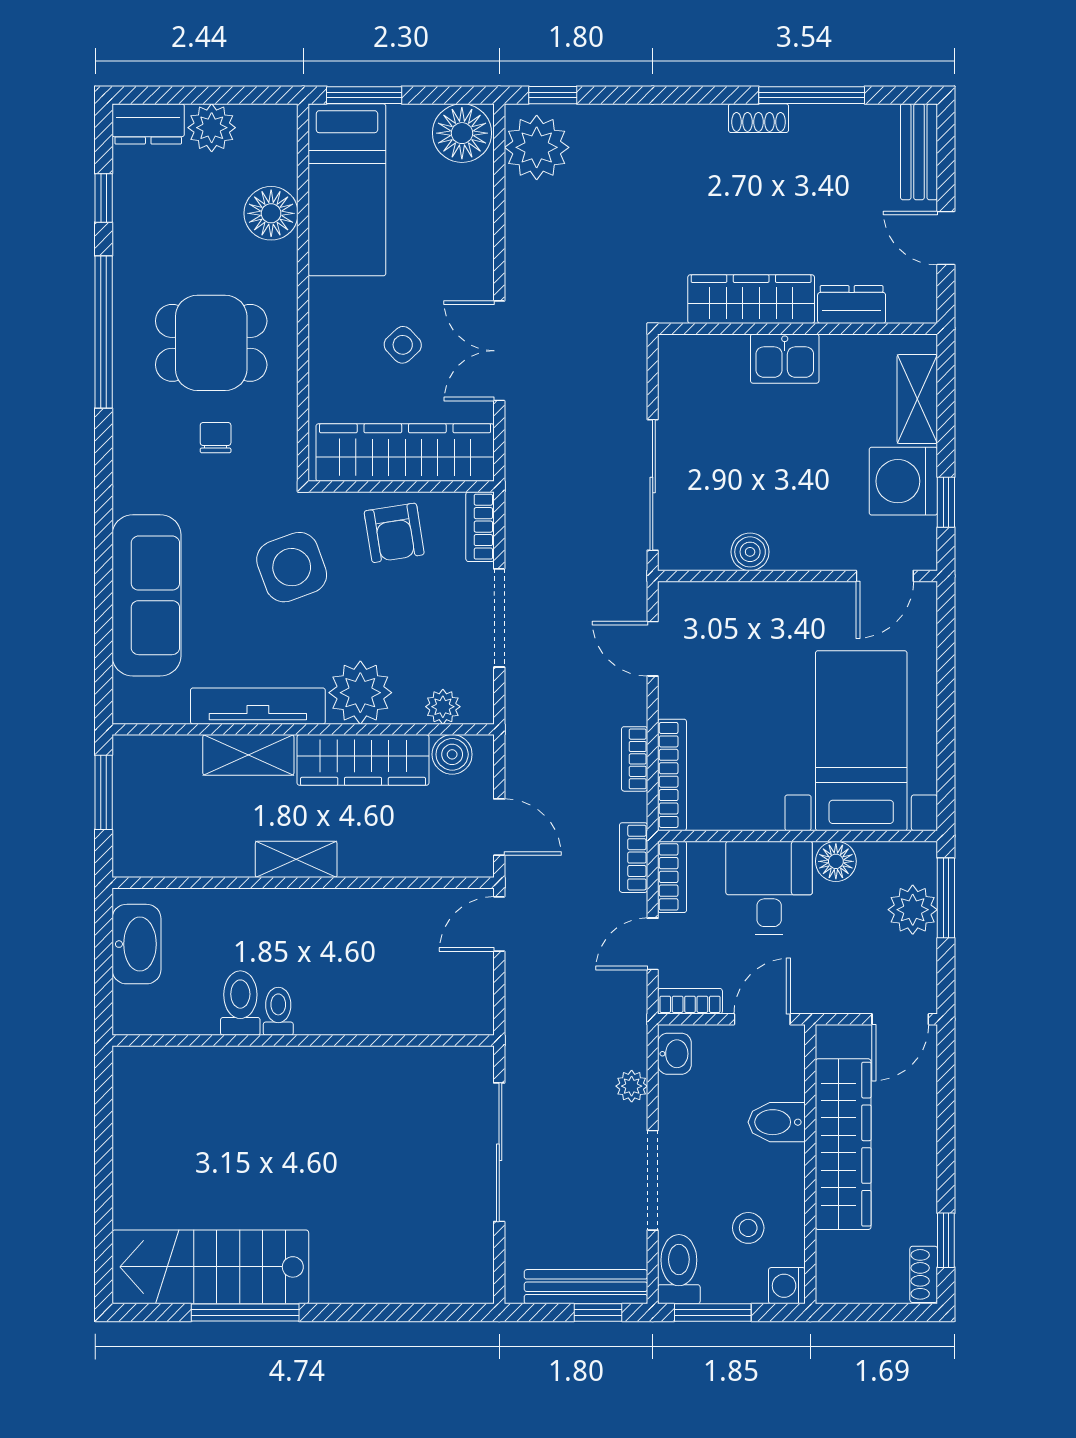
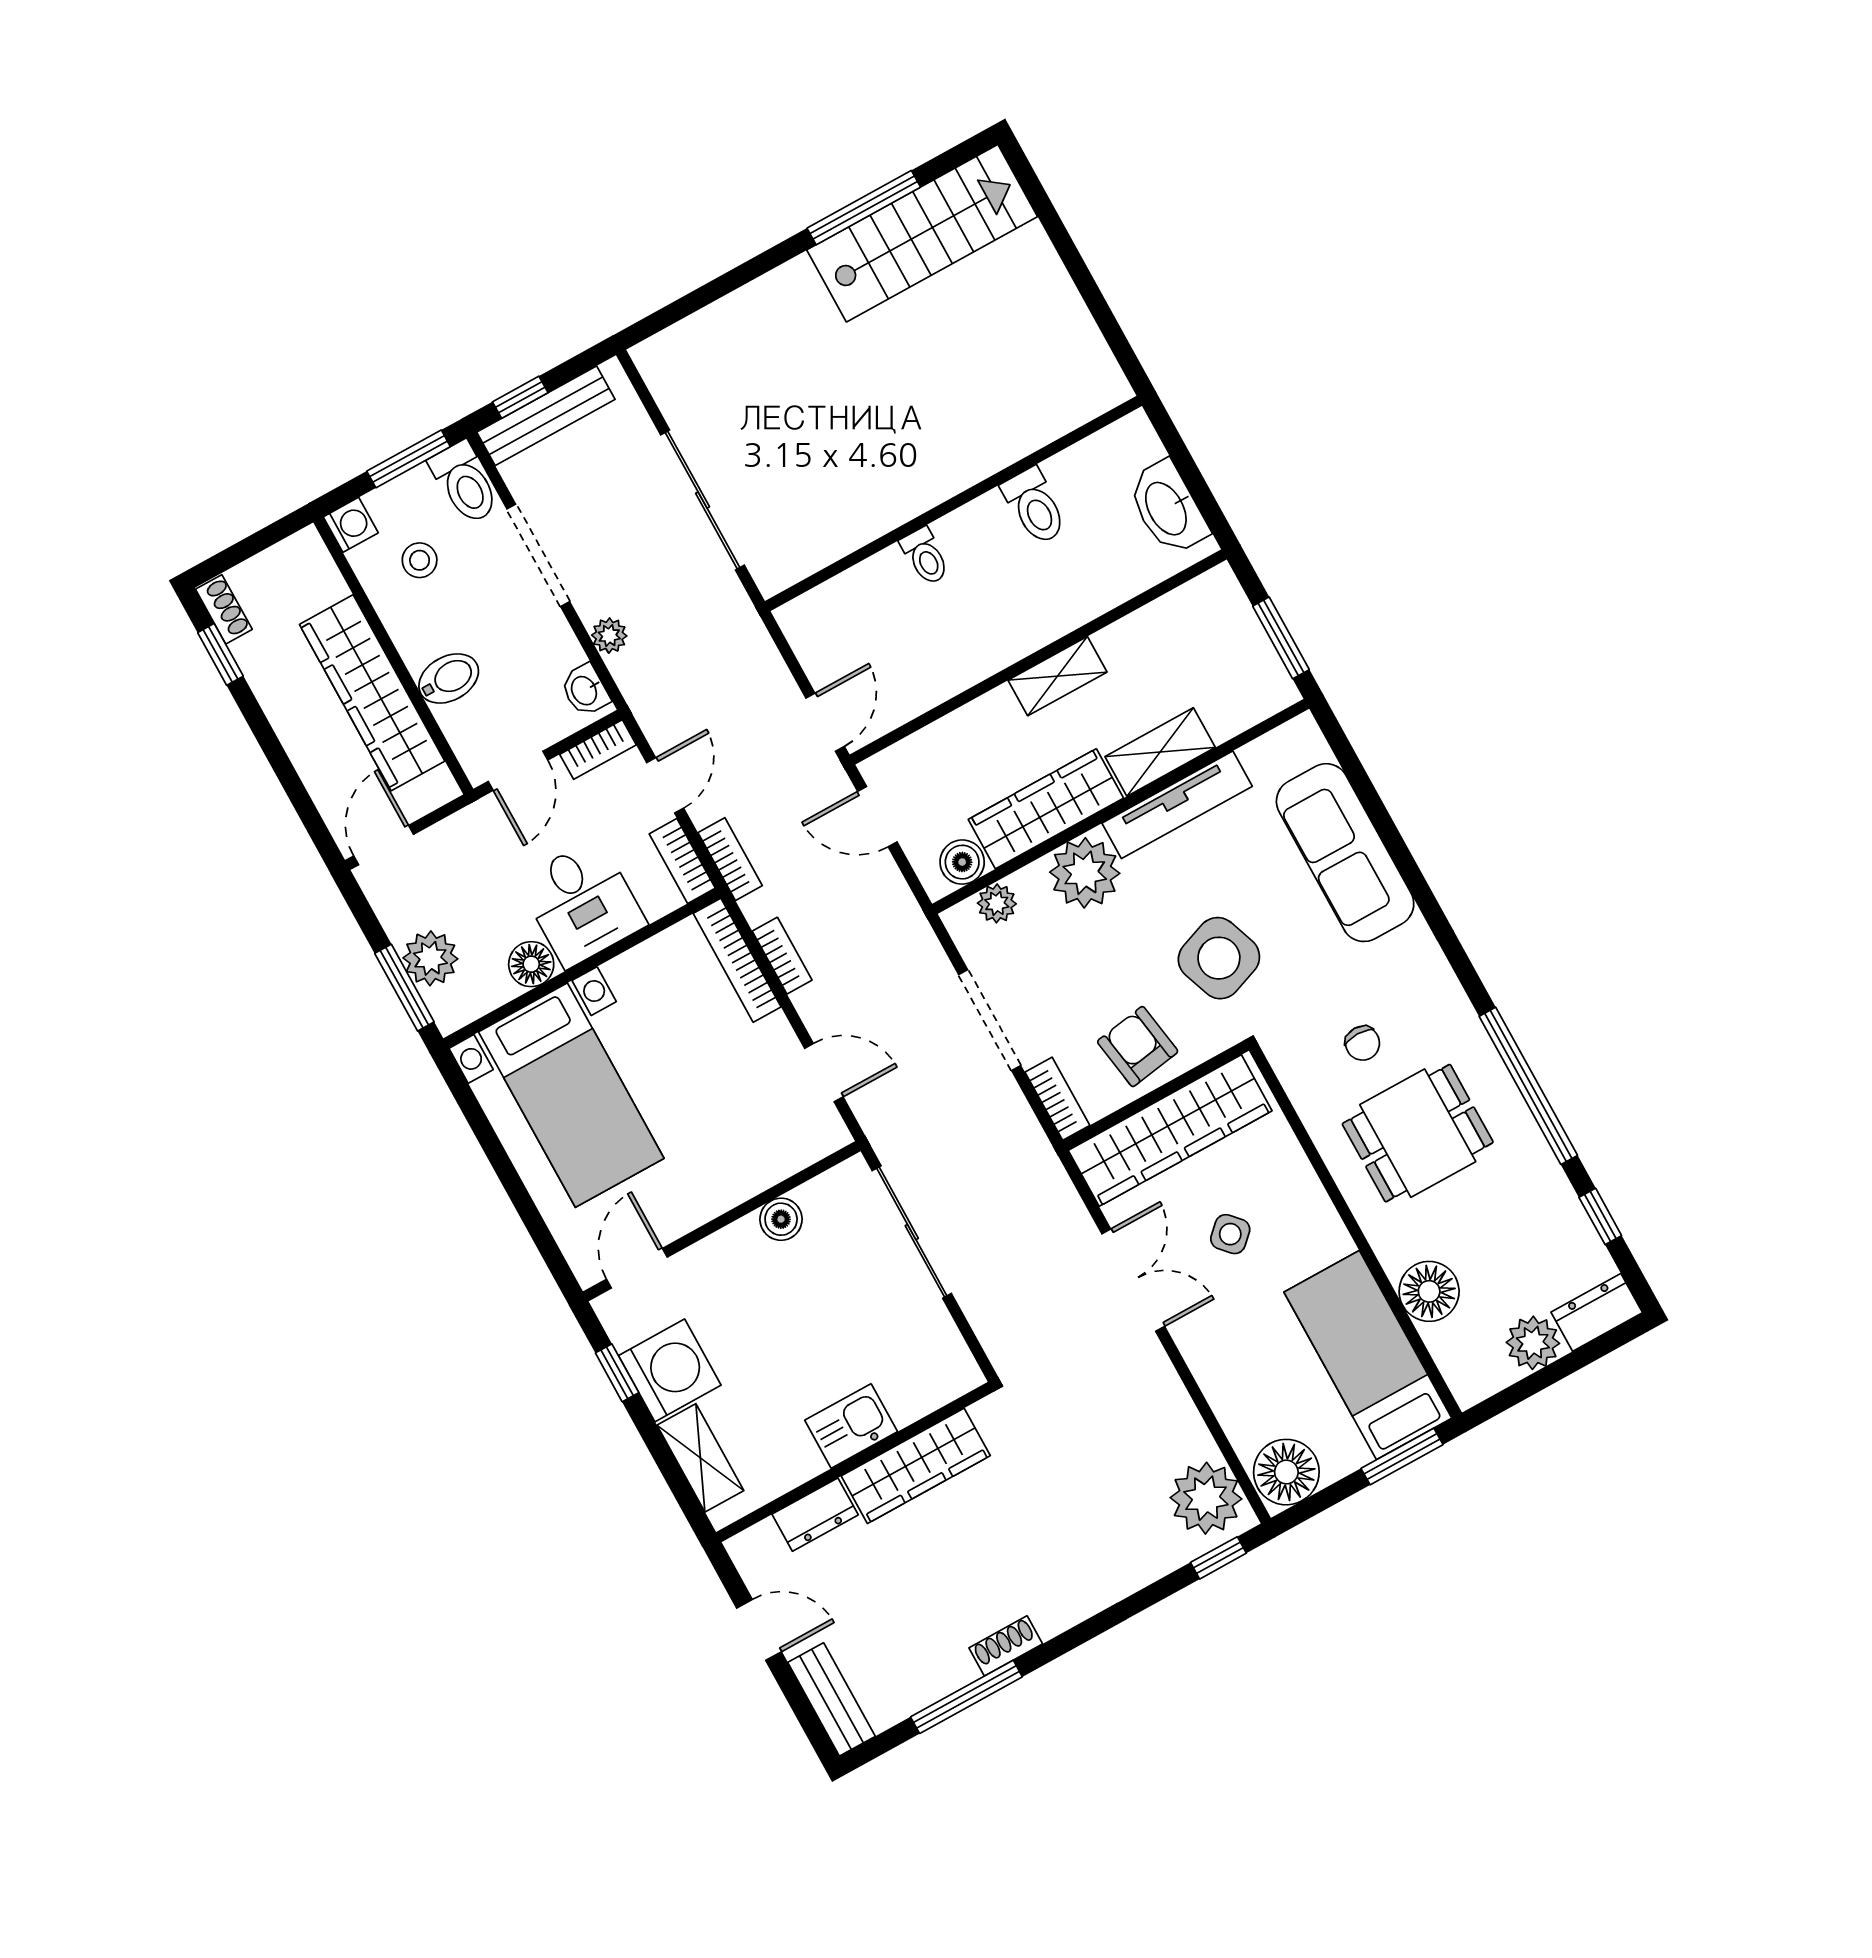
toilet: (278, 1011) -> (925, 556), moved

